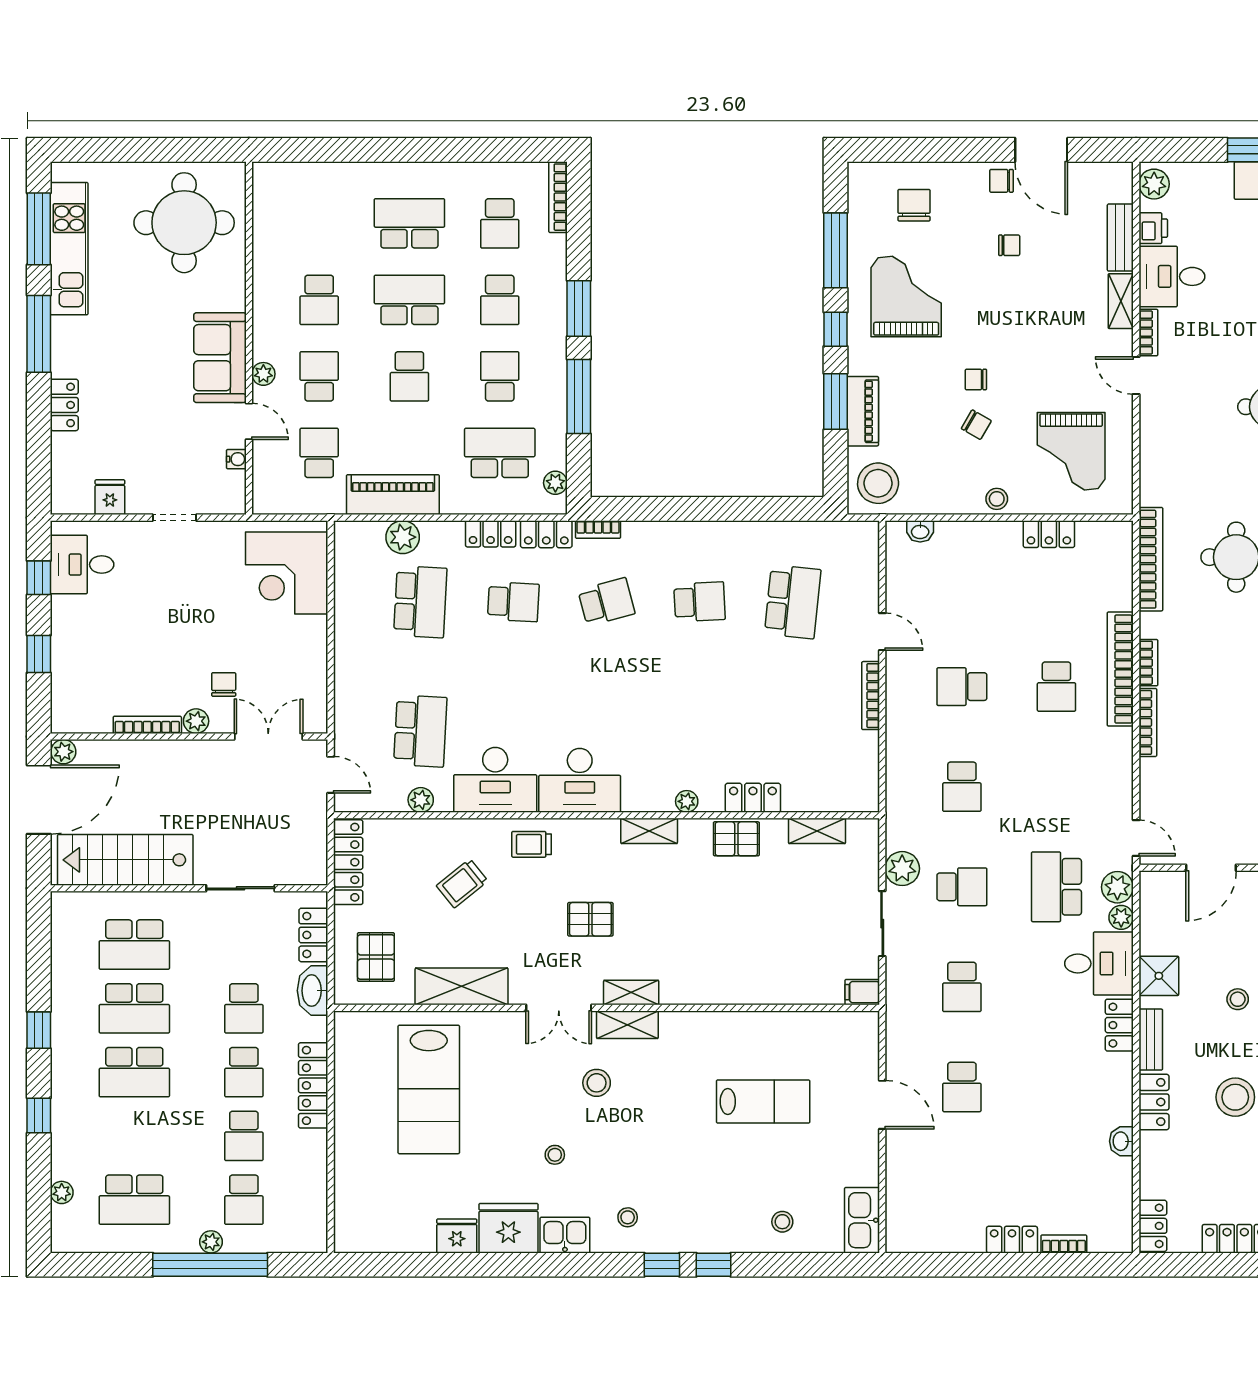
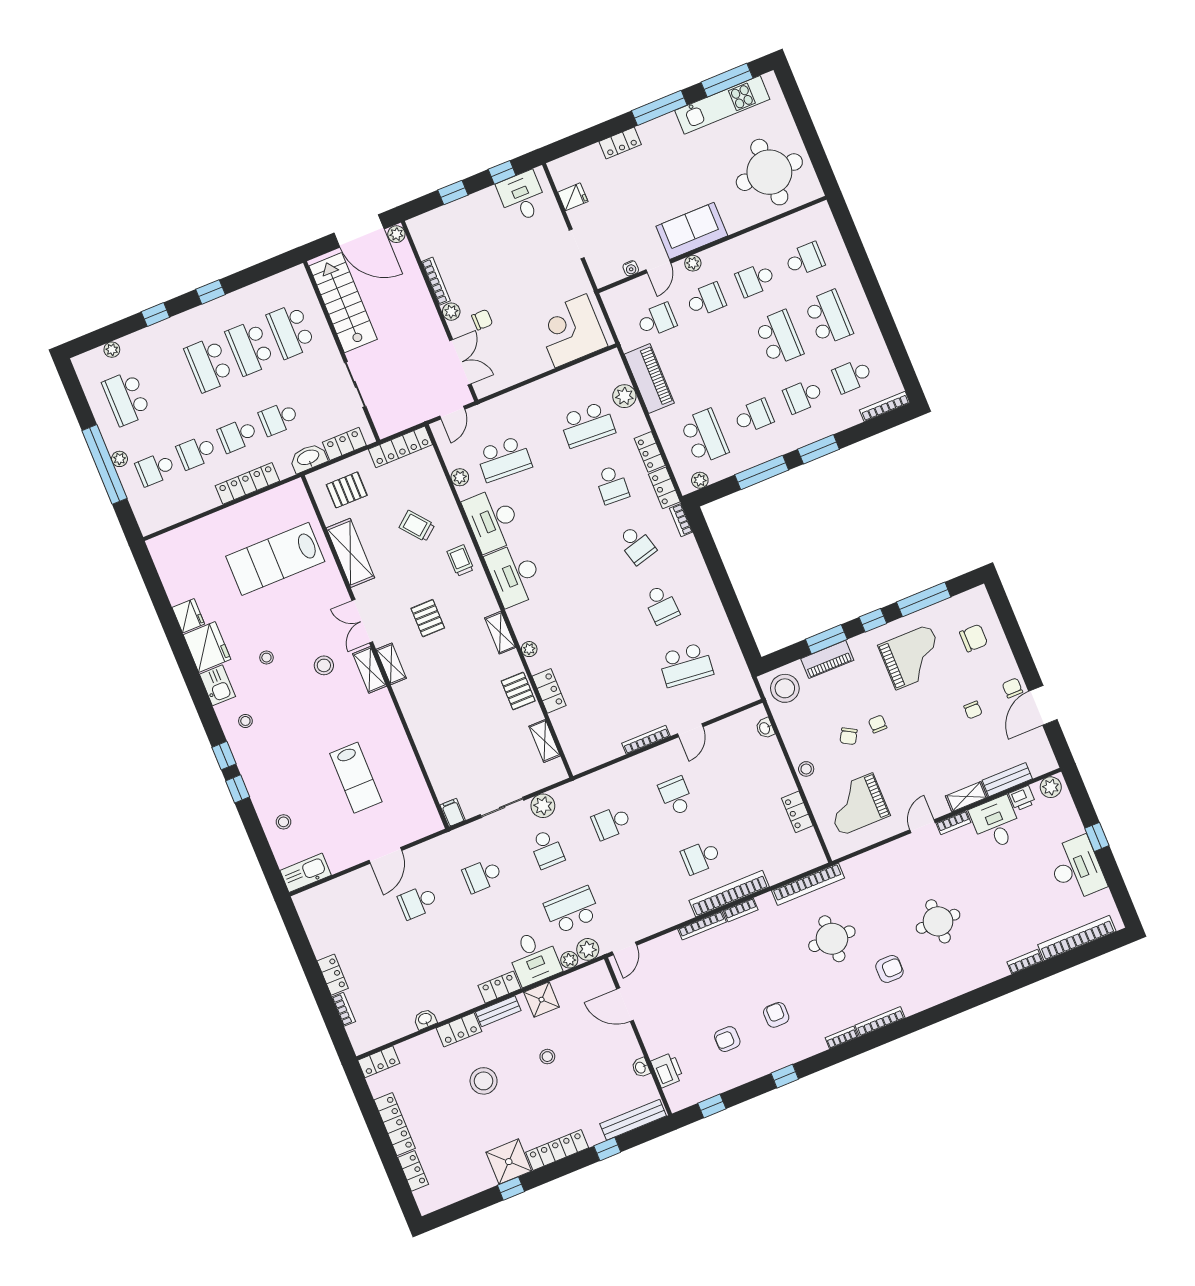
school desk: (409, 376) -> (805, 259), moved, turned 180

